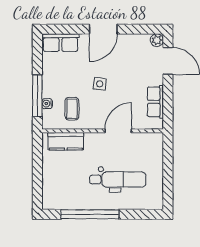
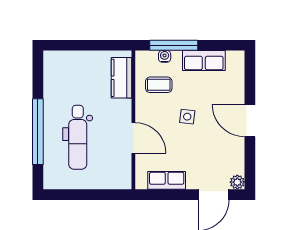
row of seats: (60, 43) -> (204, 61), moved, turned -90
window: (90, 214) -> (38, 132), moved

